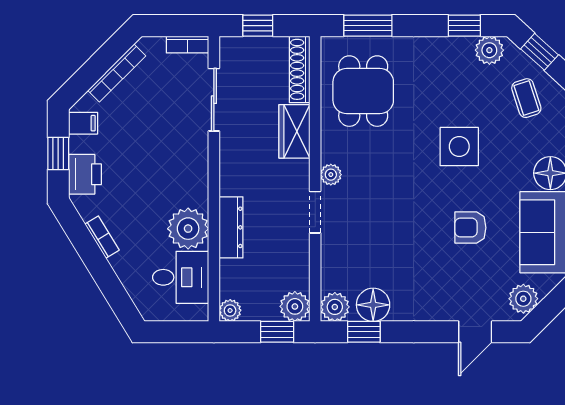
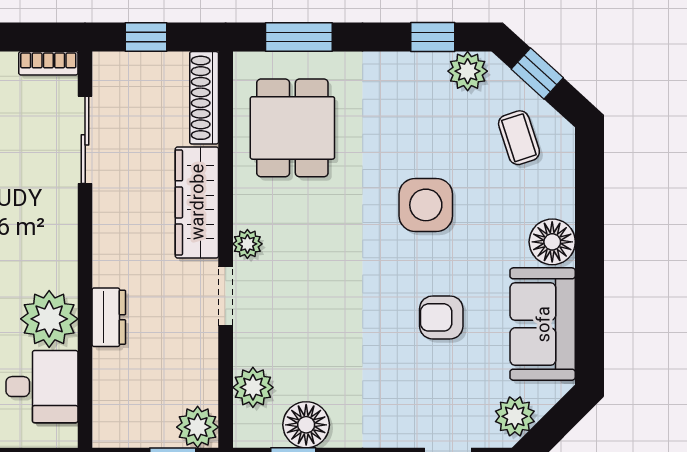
wardrobe: (294, 131) -> (197, 202), width x1.50
dresser: (231, 227) -> (109, 317), width x0.70
plant: (335, 307) -> (253, 387), moved
plant: (230, 310) -> (107, 433), removed

